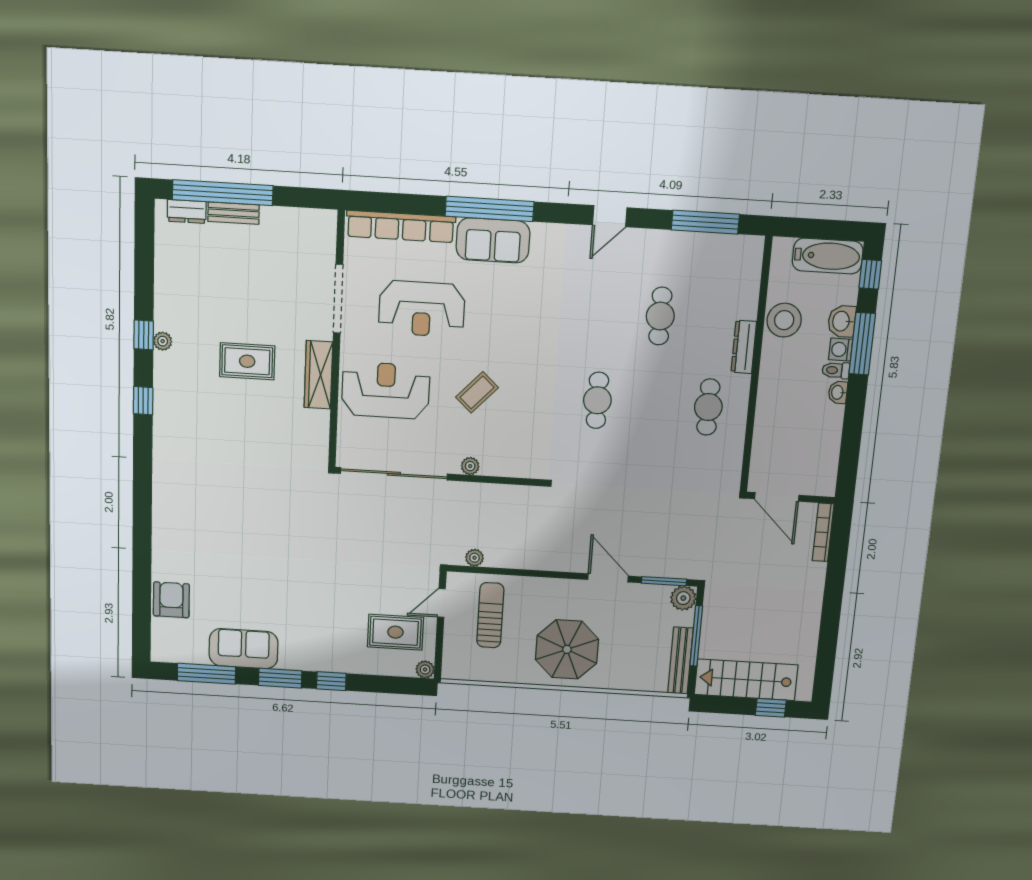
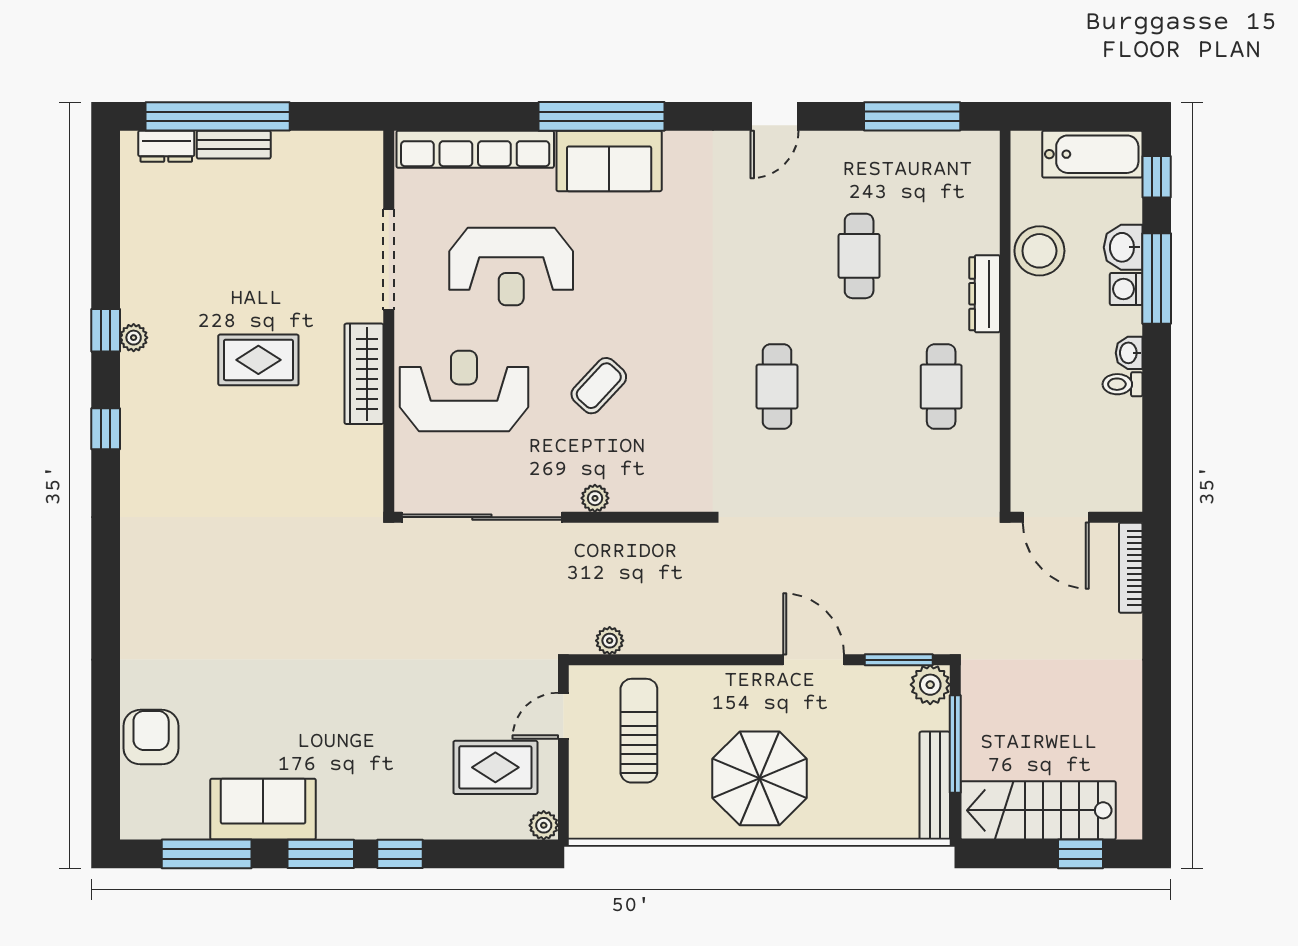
toilet: (836, 370) -> (1122, 384), moved

